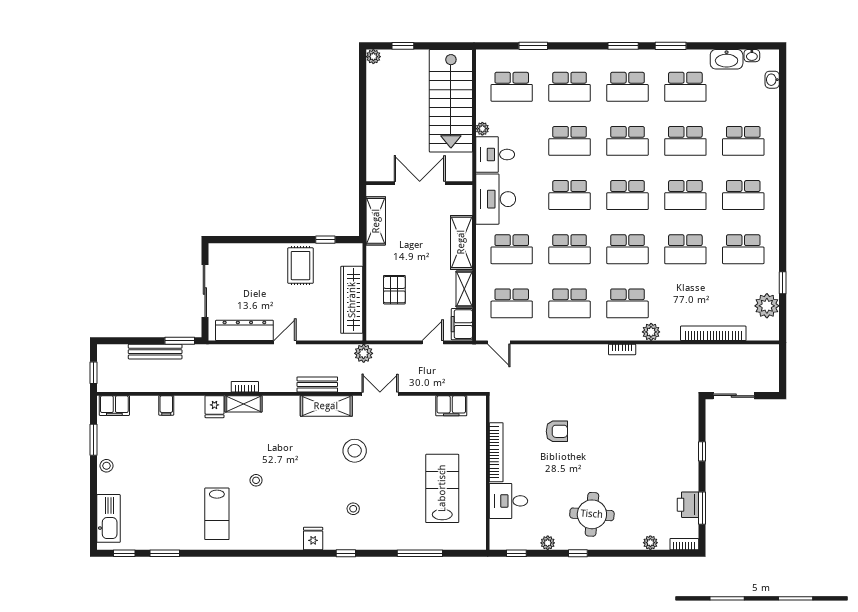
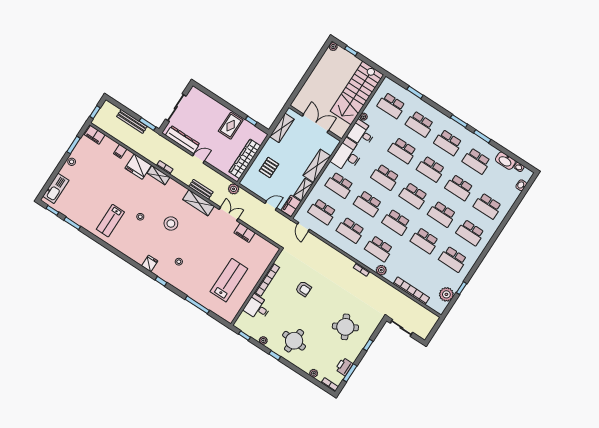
filing cabinet: (451, 406) -> (245, 233), moved
fridge: (214, 407) -> (138, 167), width x1.88, depth x1.34
round table: (653, 447) -> (345, 327), added
stool: (355, 451) -> (171, 224), moved

